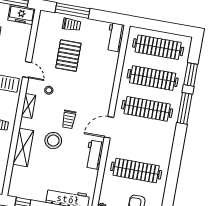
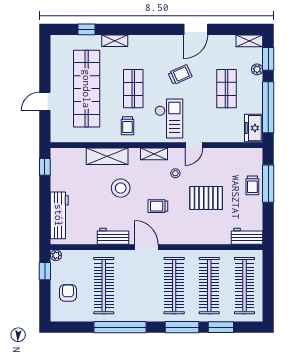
pallet: (68, 56) -> (206, 198), moved
trolley: (69, 119) -> (158, 206), moved
window: (175, 163) -> (120, 327), added

